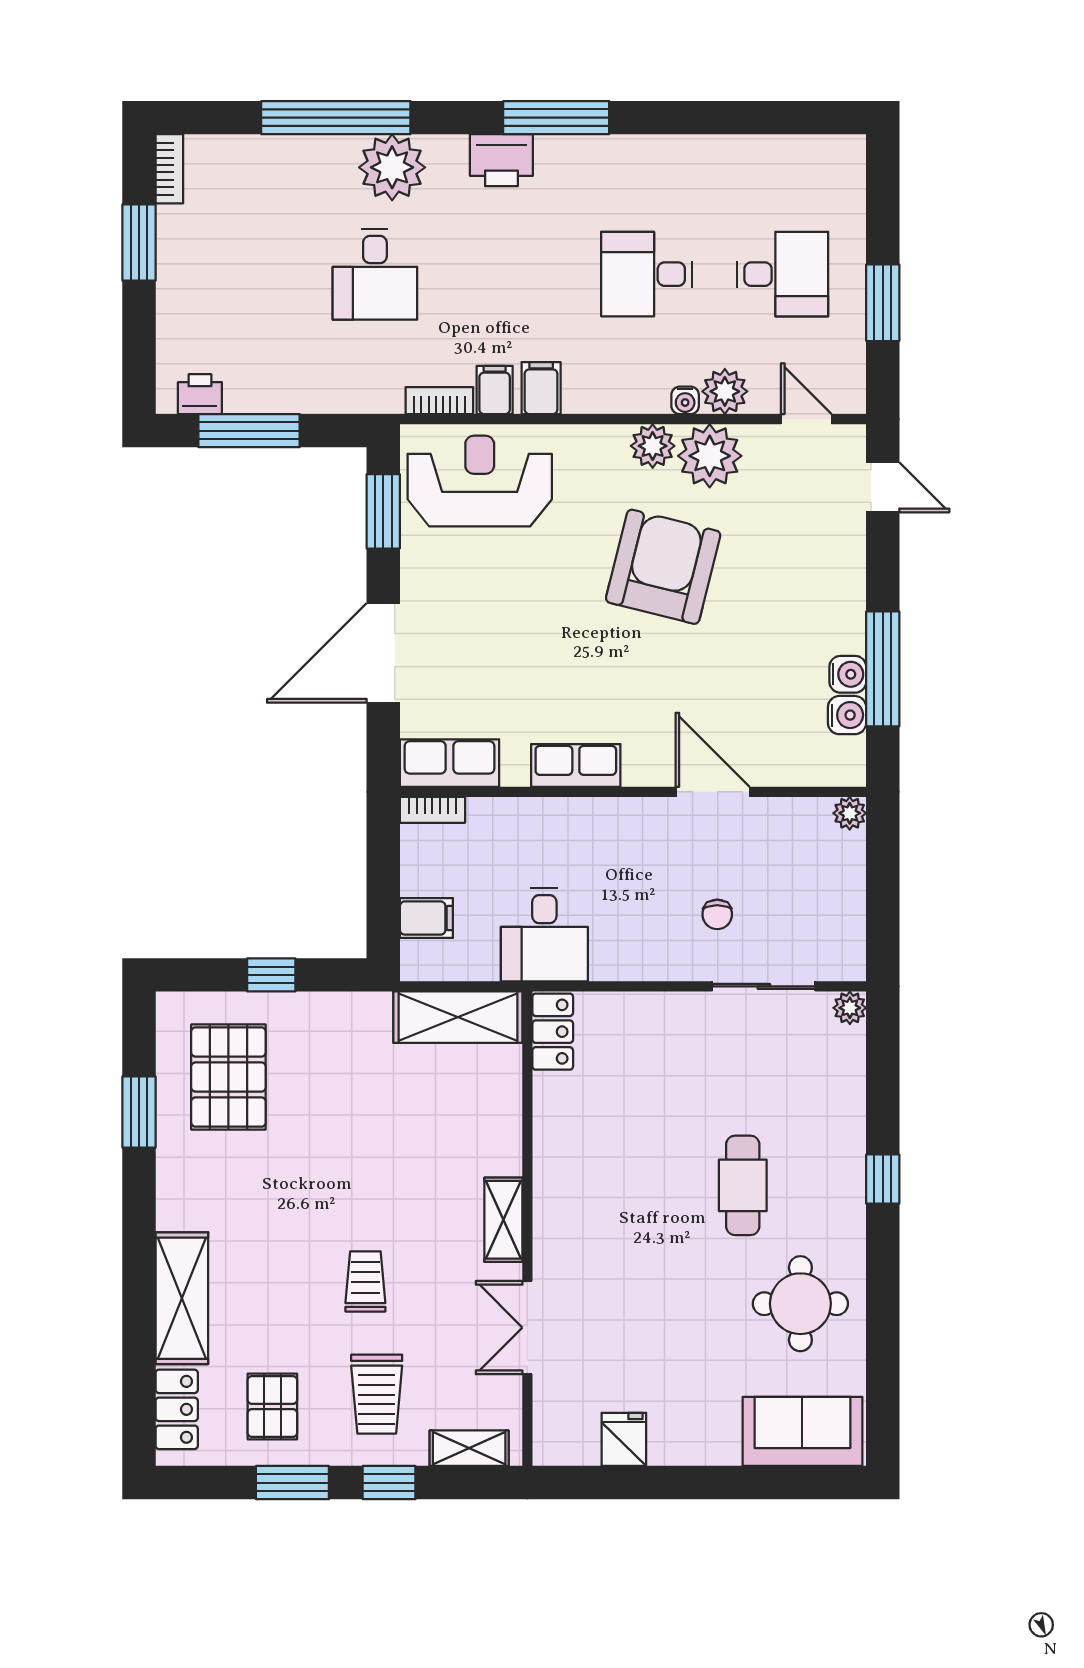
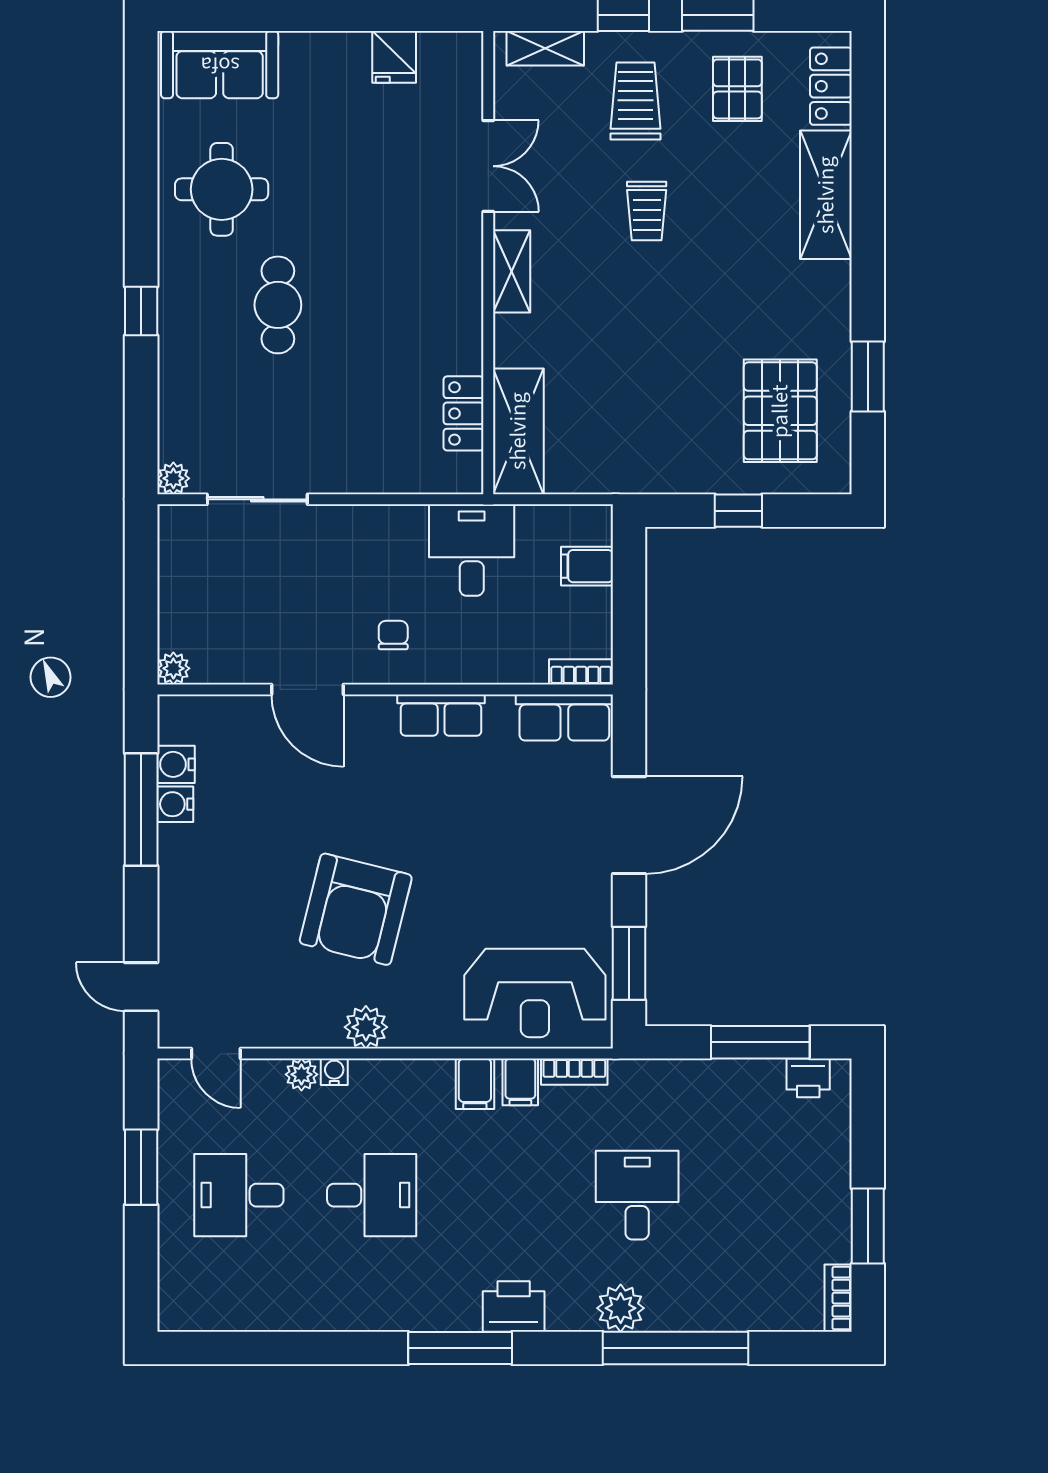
plant: (392, 167) -> (621, 1308), width x0.73, depth x0.73
plant: (725, 391) -> (301, 1074), width x0.73, depth x0.73
plant: (710, 456) -> (310, 1018), removed
chair: (717, 914) -> (393, 635), moved
shelving: (458, 1017) -> (518, 431), moved, turned 90
locker: (553, 1032) -> (464, 413), moved

